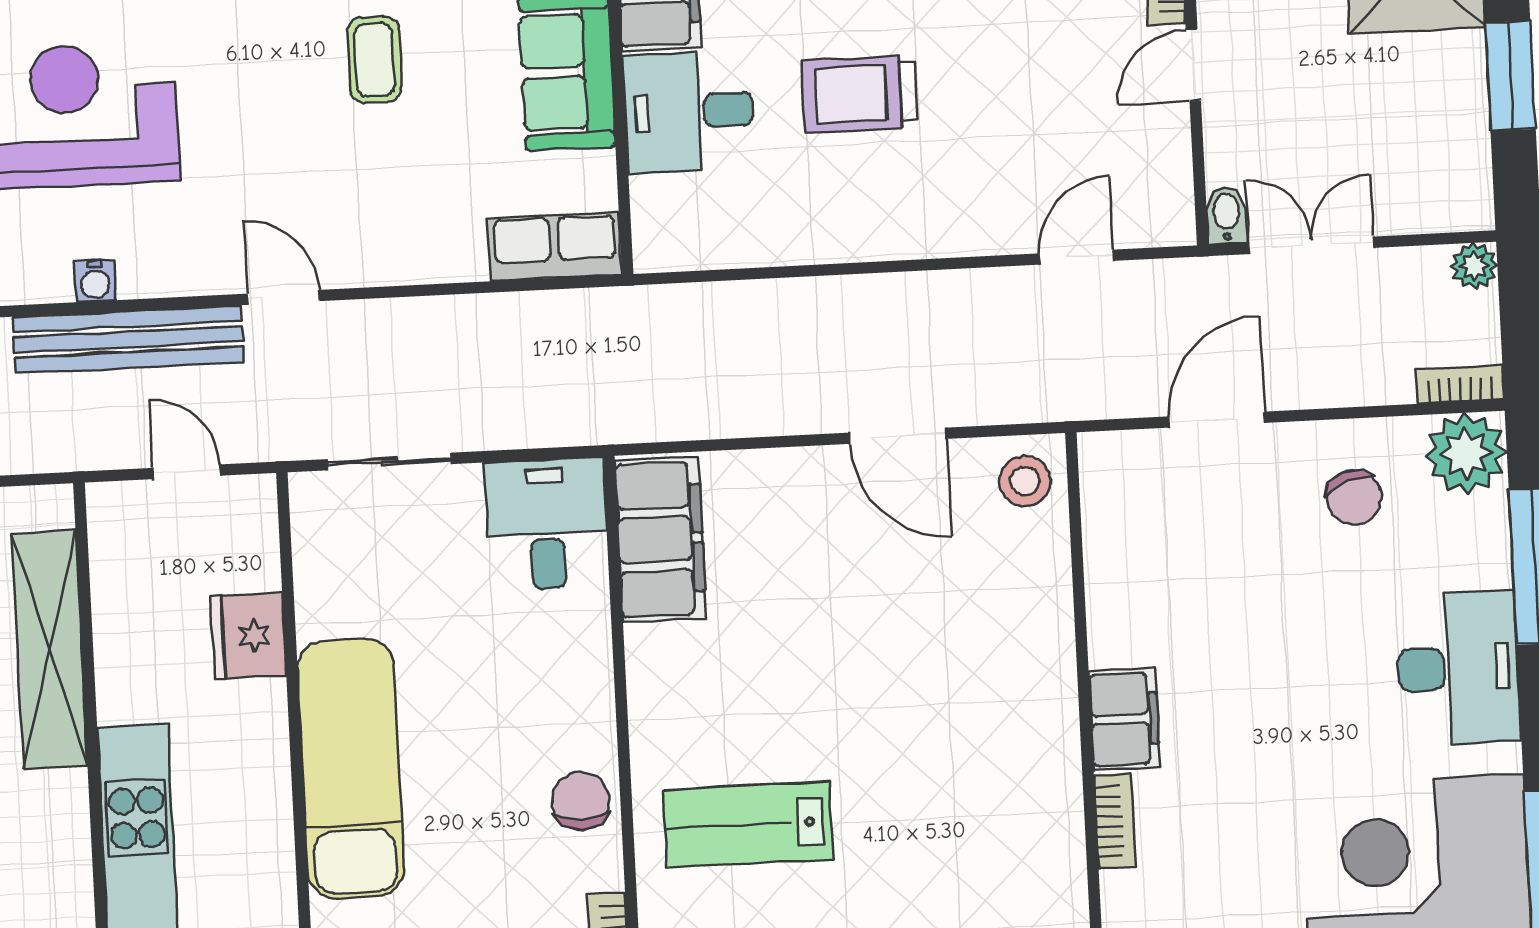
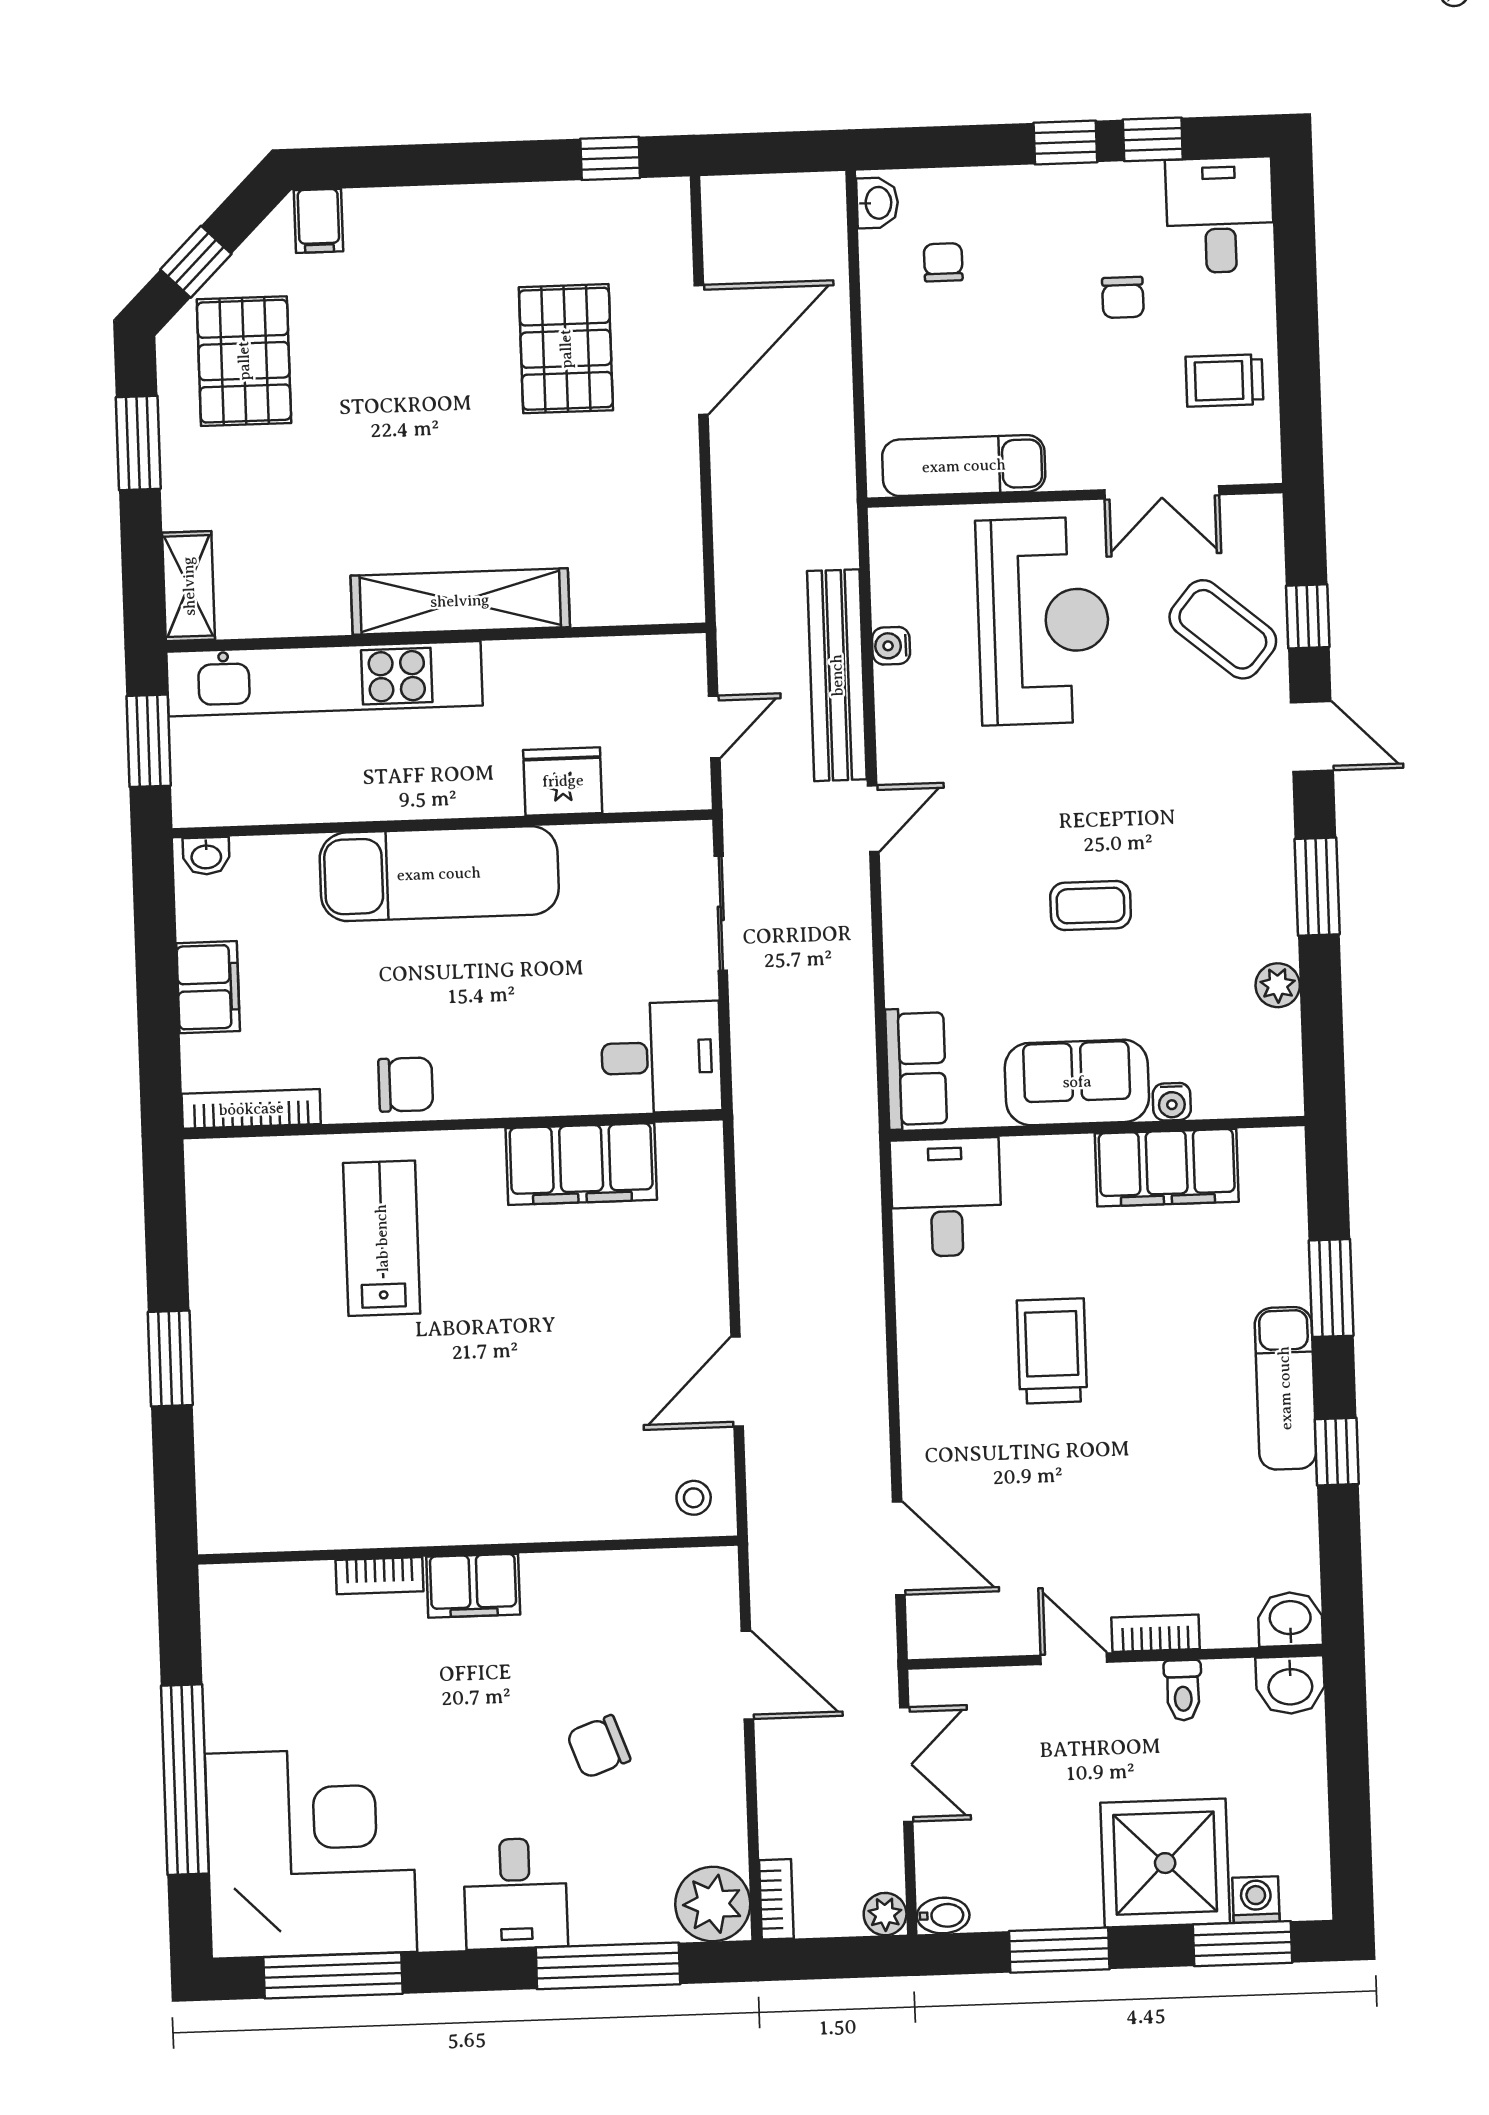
desk: (689, 111) -> (946, 1197), moved
bidet: (1226, 215) -> (943, 1915), moved
door: (1076, 257) -> (899, 1548), width x1.37
stool: (1025, 481) -> (694, 1498), width x0.73, depth x0.73
chair: (1354, 497) -> (598, 1747), moved
filing cabinet: (661, 539) -> (581, 1164), moved
shelving: (50, 650) -> (460, 601), moved
desk: (1458, 668) -> (515, 1894), width x0.73

